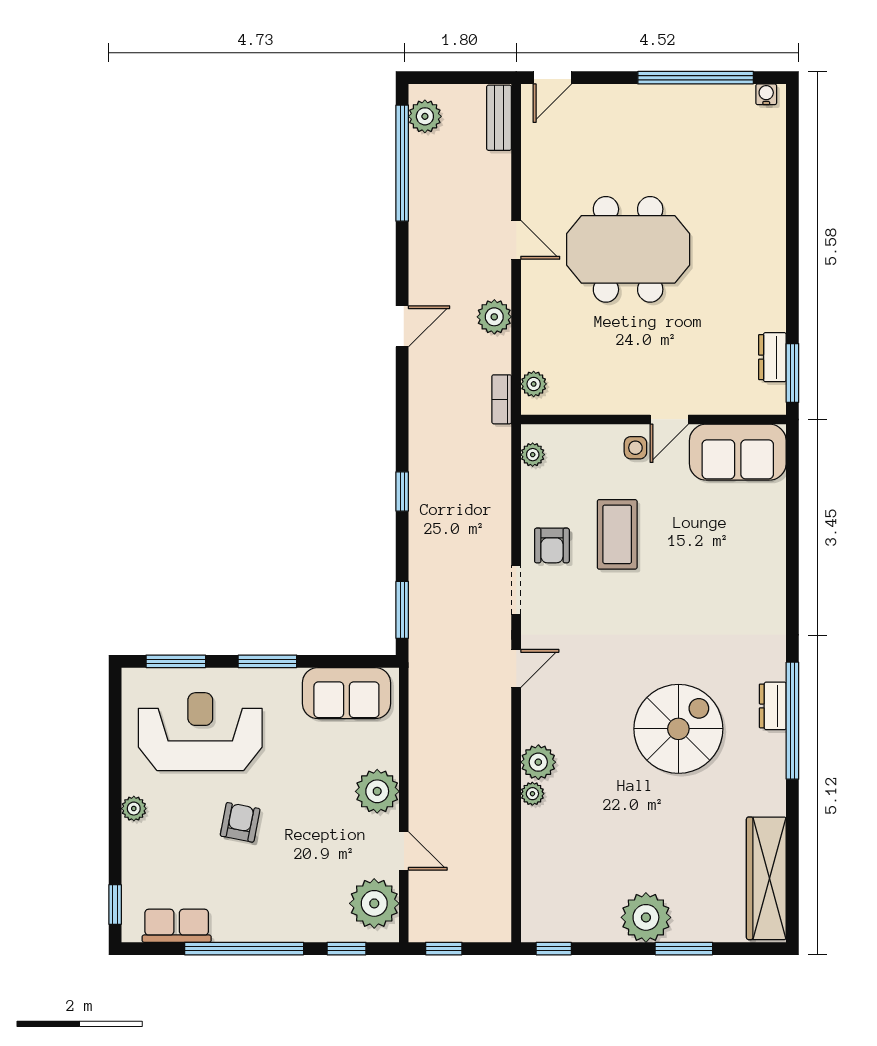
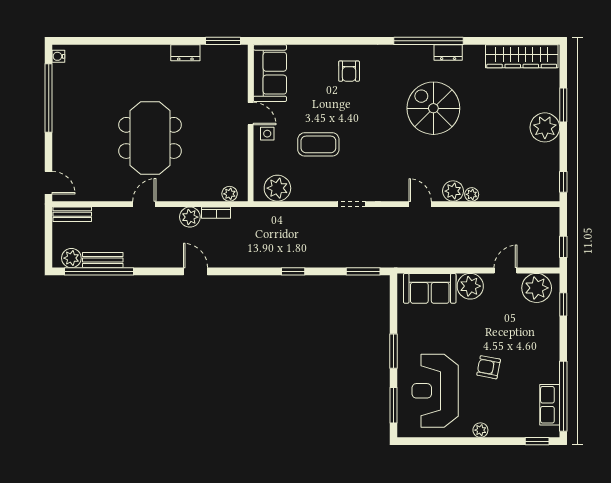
bench: (421, 169) -> (103, 260), added
dresser: (772, 357) -> (185, 53), moved
bookcase: (502, 399) -> (216, 213), moved
plant: (533, 455) -> (277, 188), width x1.88, depth x1.88
armchair: (552, 545) -> (349, 71), moved, turned 90
door: (516, 668) -> (420, 204), moved
sofa: (346, 693) -> (430, 288), moved, turned 90
dresser: (773, 706) -> (448, 52), moved
window: (244, 949) -> (563, 396), moved

